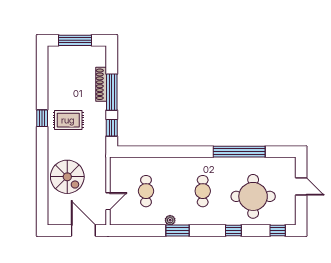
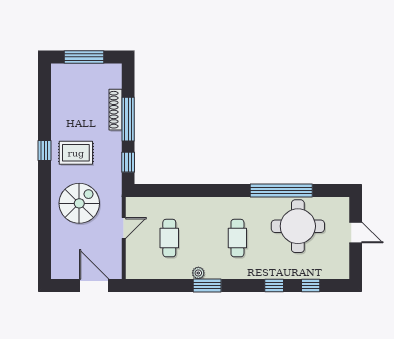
spiral stairs: (67, 177) -> (79, 203), moved, turned -90
round table: (253, 196) -> (298, 226), moved
door: (108, 201) -> (124, 228), moved
window: (278, 231) -> (311, 285), moved

